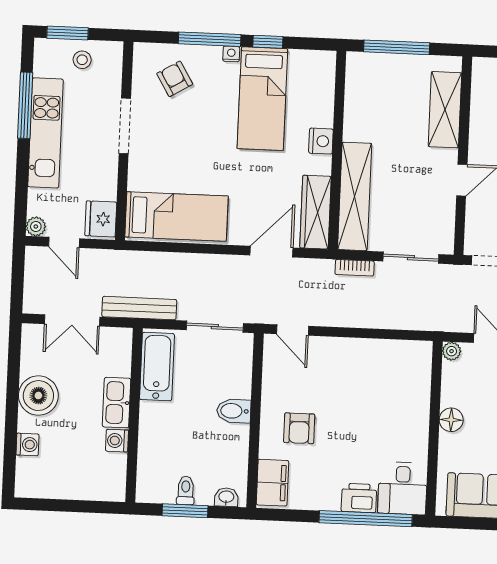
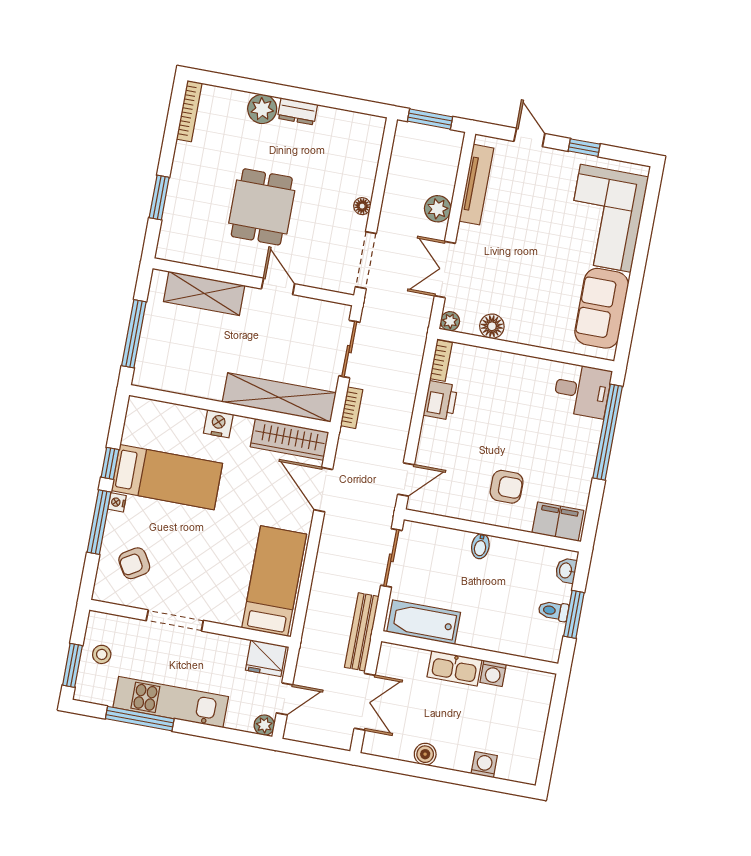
bookcase: (412, 348) -> (441, 361), added
boiler: (38, 396) -> (425, 754), width x0.54, depth x0.54
bidet: (234, 411) -> (480, 546), width x0.72, depth x0.74
floor lamp: (451, 420) -> (492, 326), moved
printer: (359, 498) -> (440, 400), moved, turned 180

